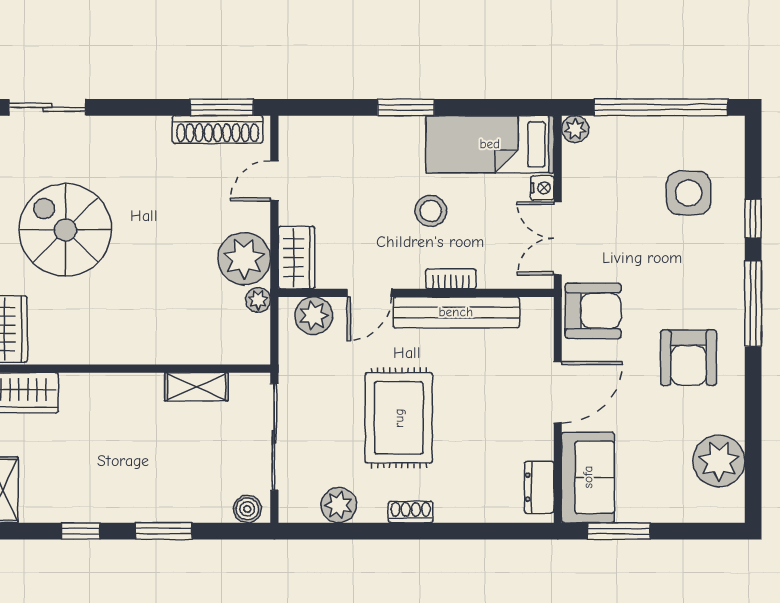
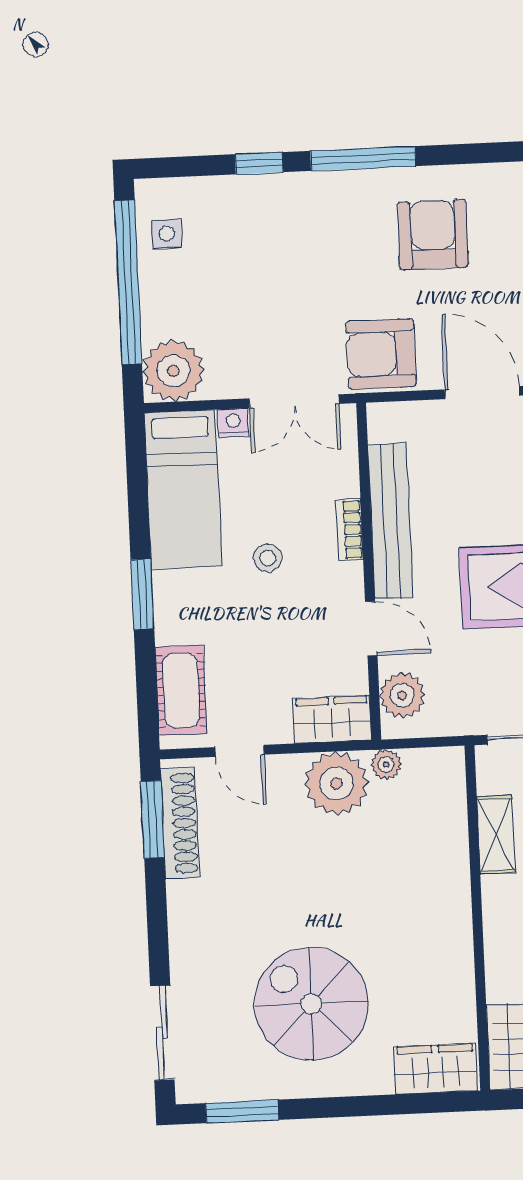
plant: (575, 129) -> (173, 371), width x1.87, depth x1.87
cot: (326, 135) -> (181, 690), added
side table: (689, 193) -> (167, 234), moved, width x0.54, depth x0.54
stool: (431, 211) -> (268, 558), width x0.73, depth x0.73
spiral stairs: (65, 230) -> (311, 1004), turned 90
armchair: (593, 311) -> (381, 354), turned -90
armchair: (689, 358) -> (433, 234), turned -90

